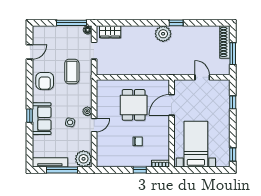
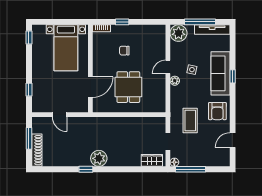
armchair: (45, 81) -> (217, 111), turned 180
sofa: (42, 119) -> (220, 73), width x1.36

